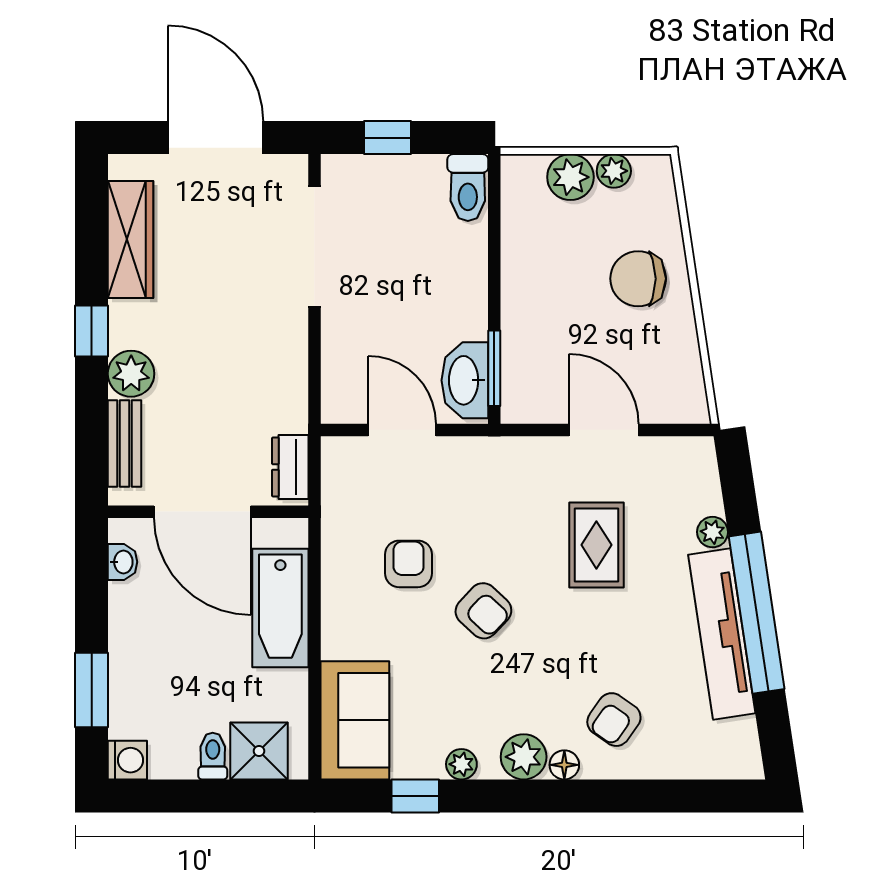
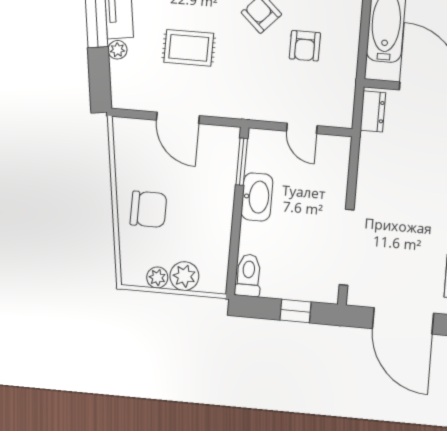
washbasin: (465, 380) -> (257, 197), moved
door: (402, 430) -> (302, 128), width x0.73
rug: (596, 545) -> (189, 48), turned 90

